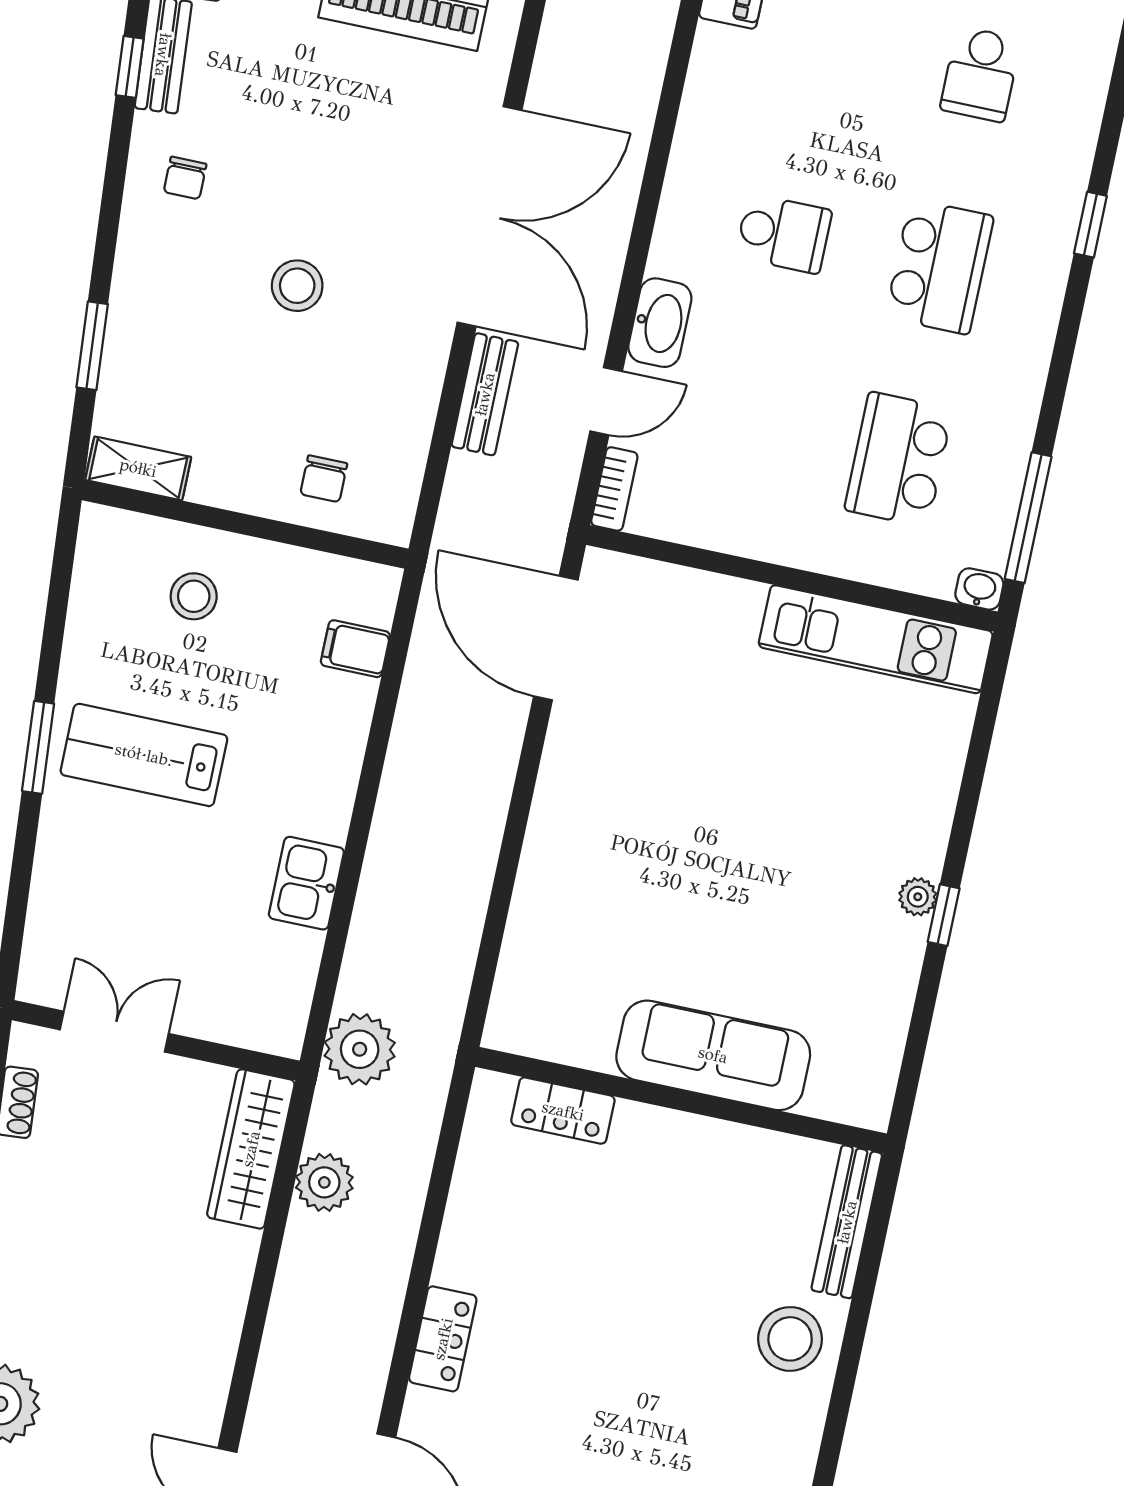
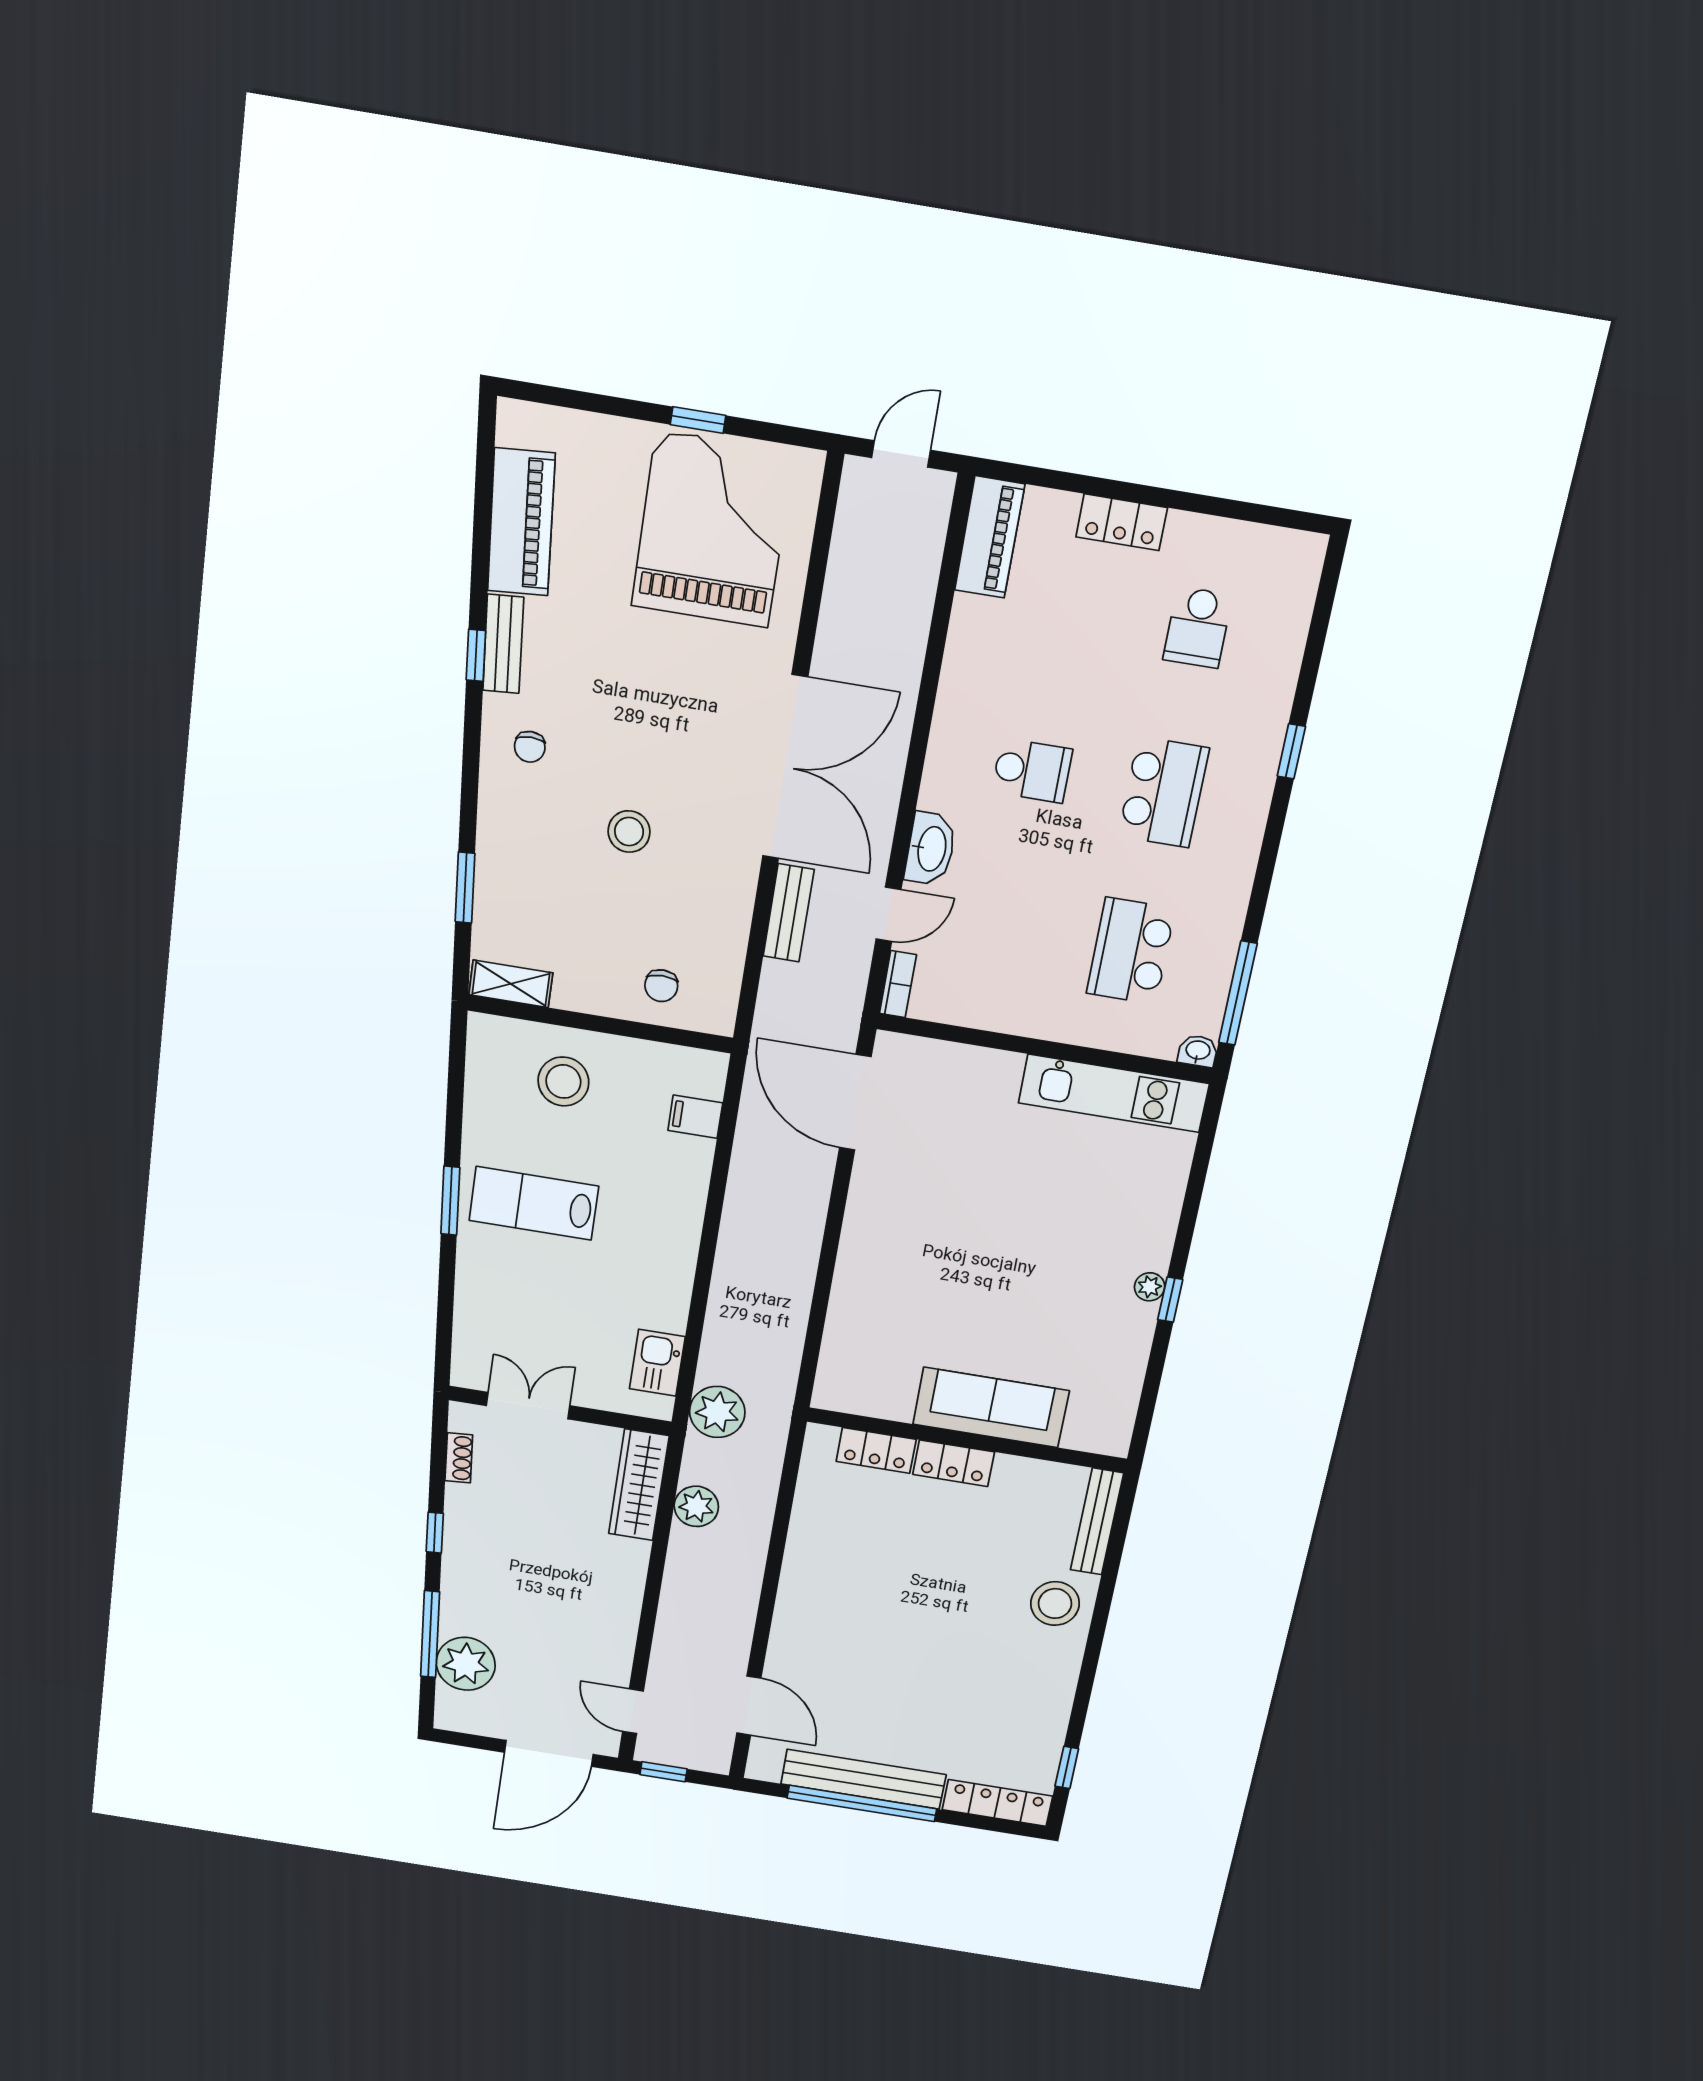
stool: (194, 596) -> (563, 1081), width x1.38, depth x1.38
kitchen sink: (306, 883) -> (657, 1363), moved
locker: (443, 1339) -> (954, 1463), moved, turned 90

